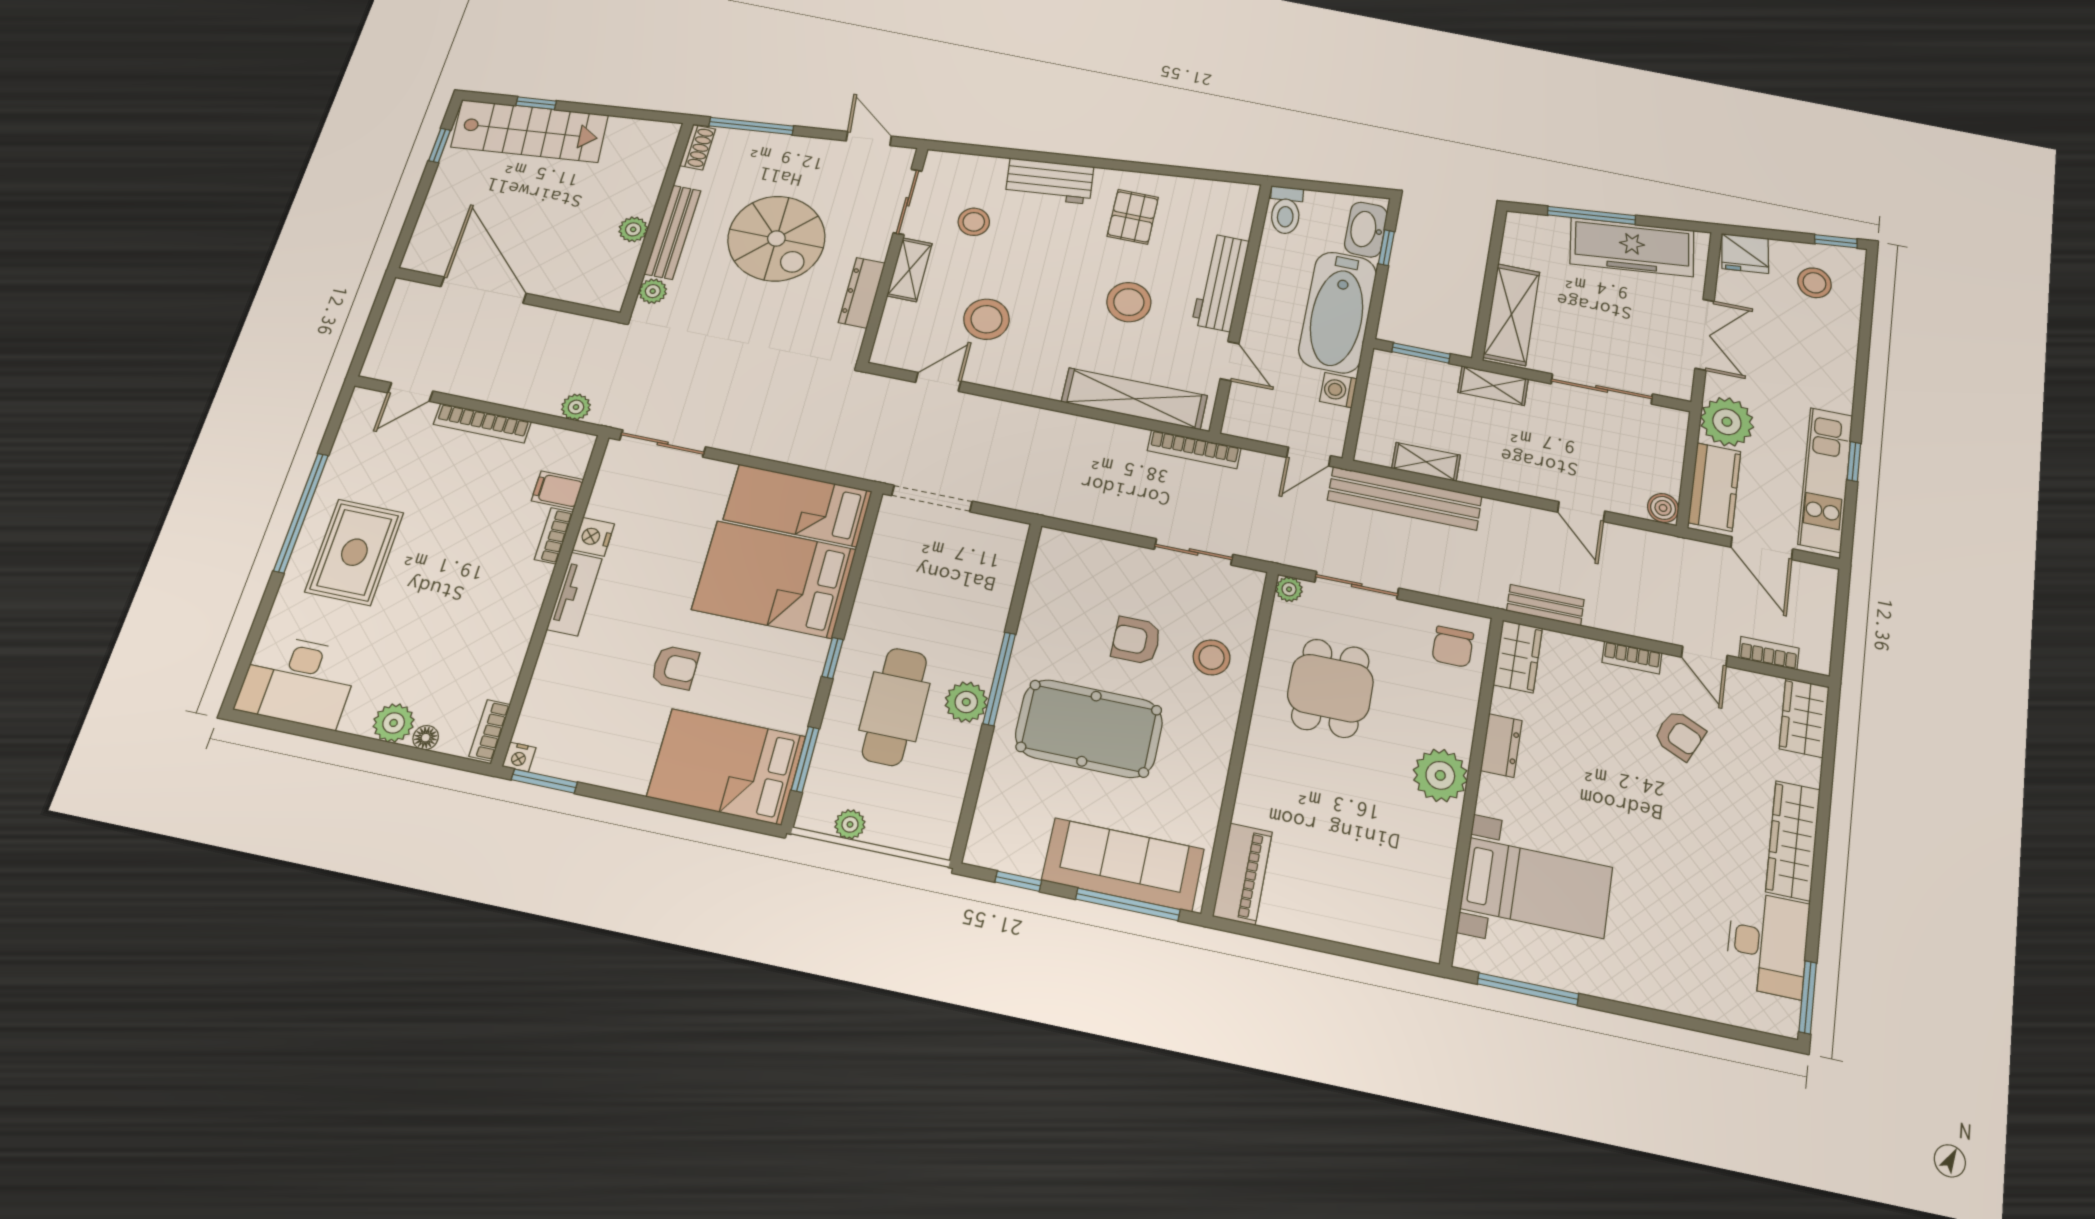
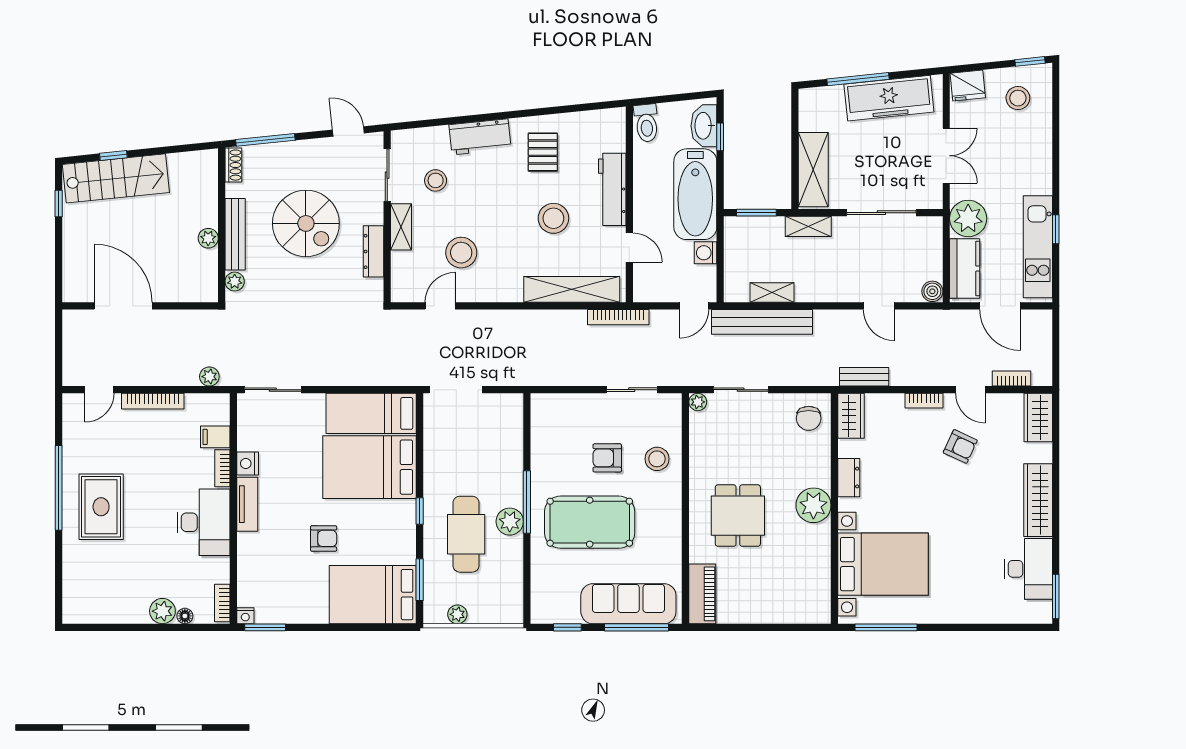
desk: (298, 681) -> (204, 522), moved, turned -90
dining table: (1330, 688) -> (738, 516), moved
bed with nightstands: (1537, 888) -> (883, 564), width x1.36

